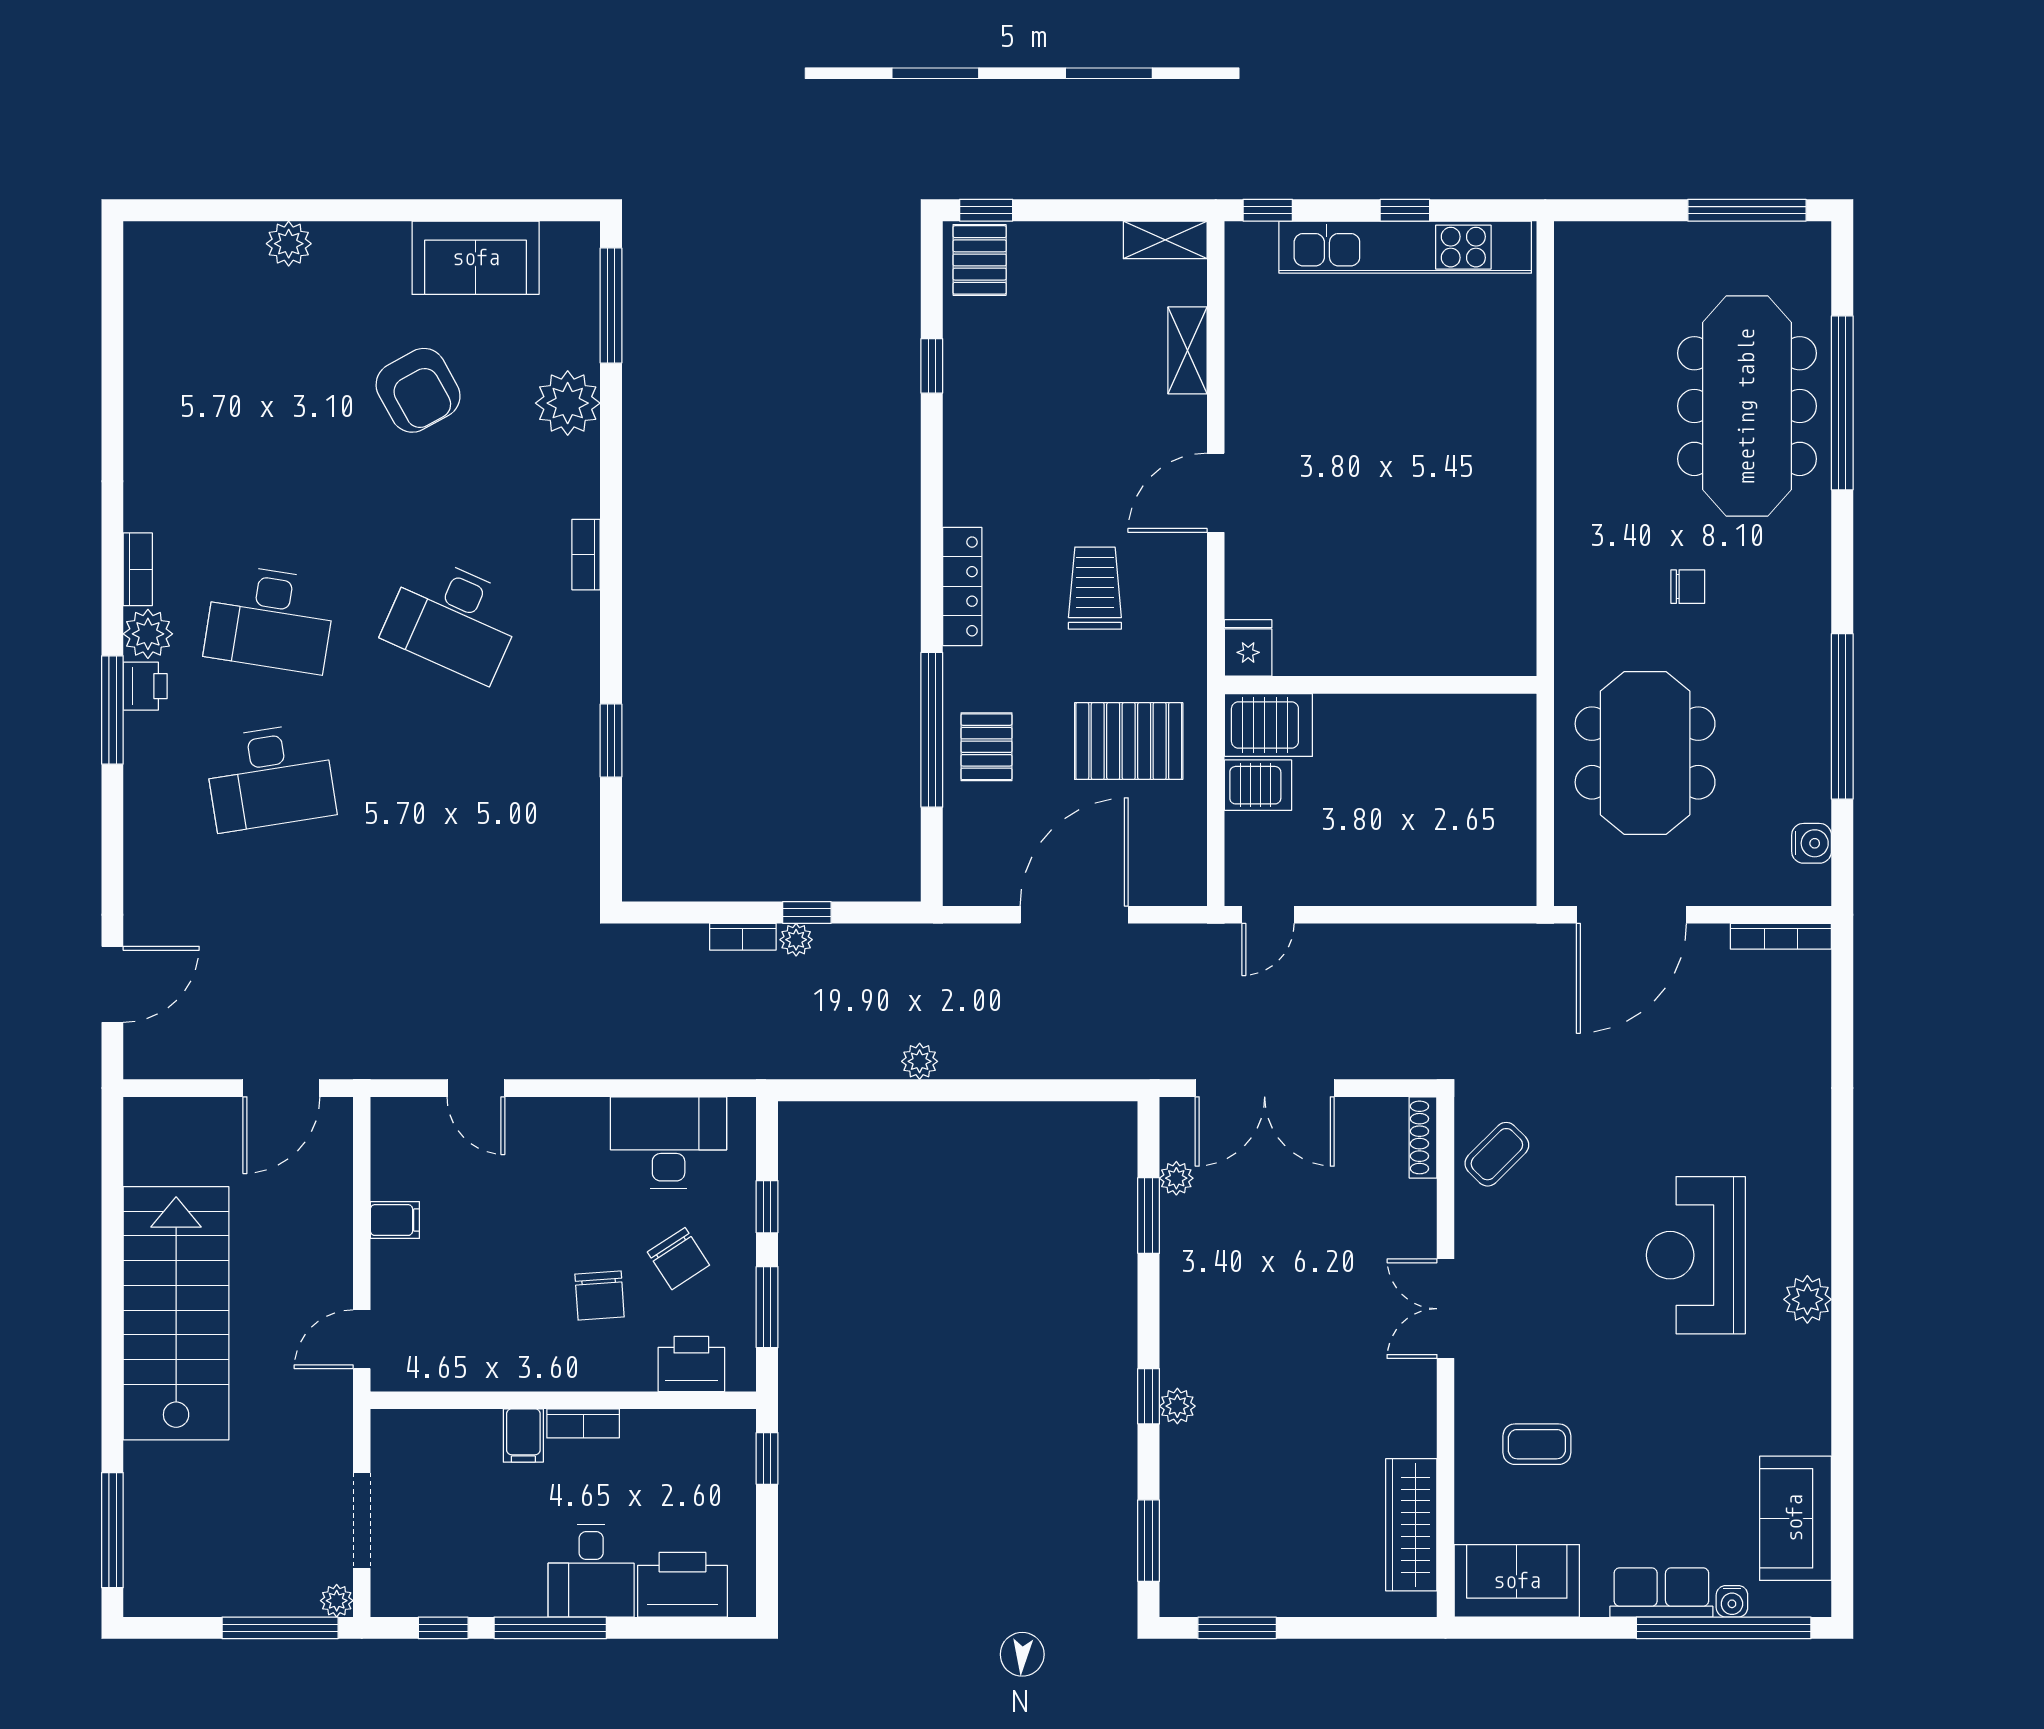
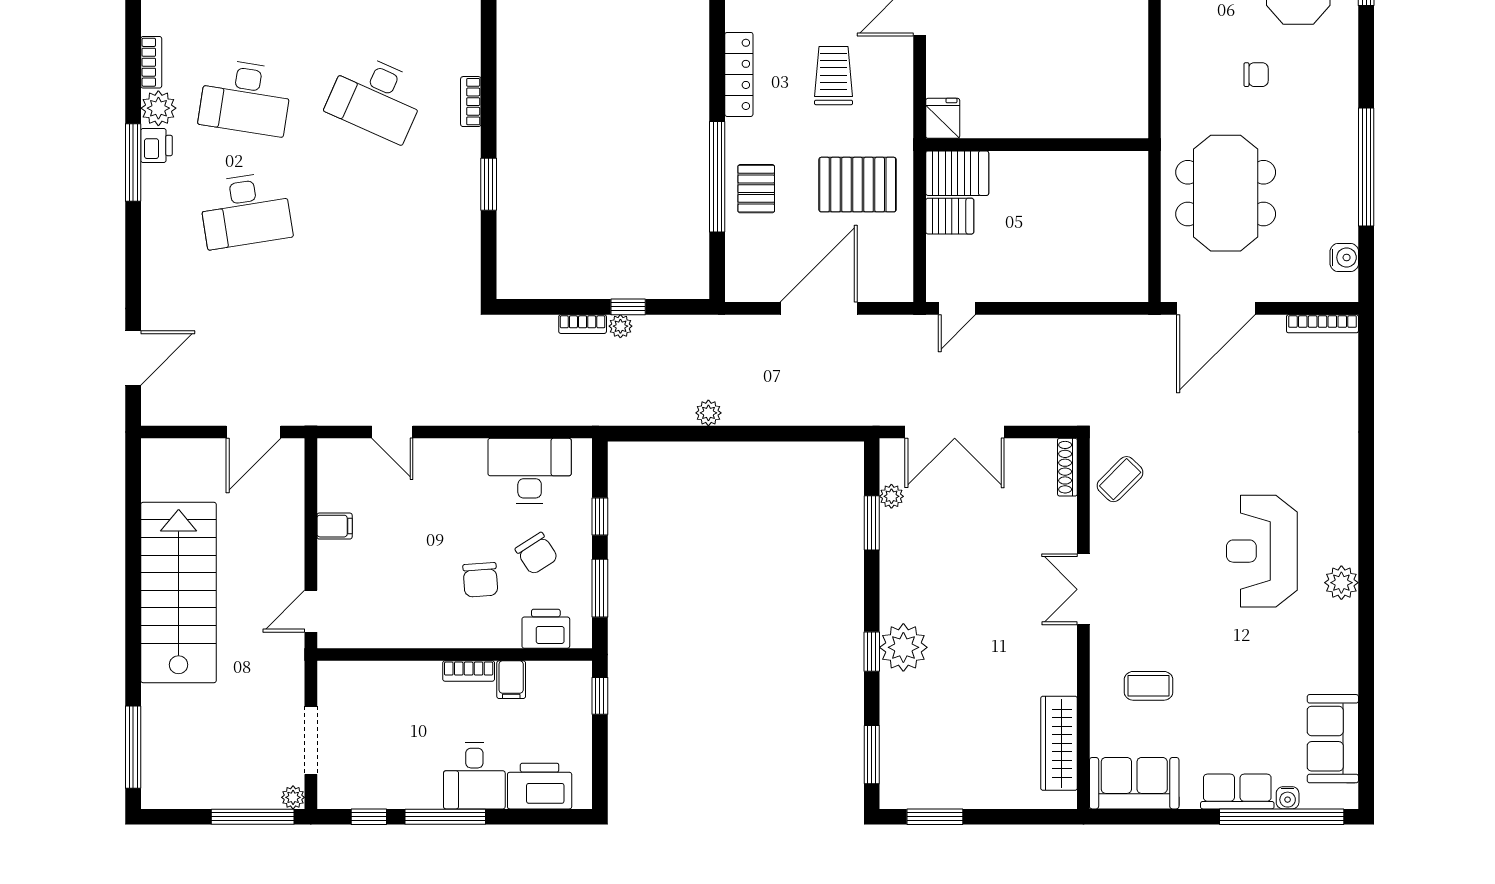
bookcase: (586, 555) -> (471, 102), moved
plant: (1177, 1406) -> (903, 647), width x1.87, depth x1.87
filing cabinet: (523, 1436) -> (511, 680), moved

